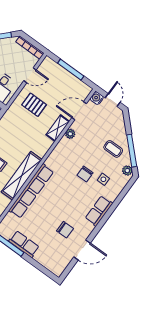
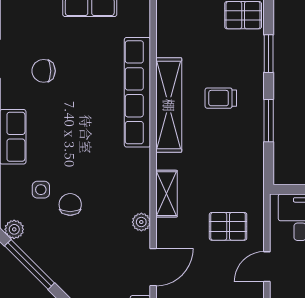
shelving: (58, 128) -> (166, 194), moved
coffee table: (113, 149) -> (59, 246), removed
chair: (85, 174) -> (70, 204), moved

